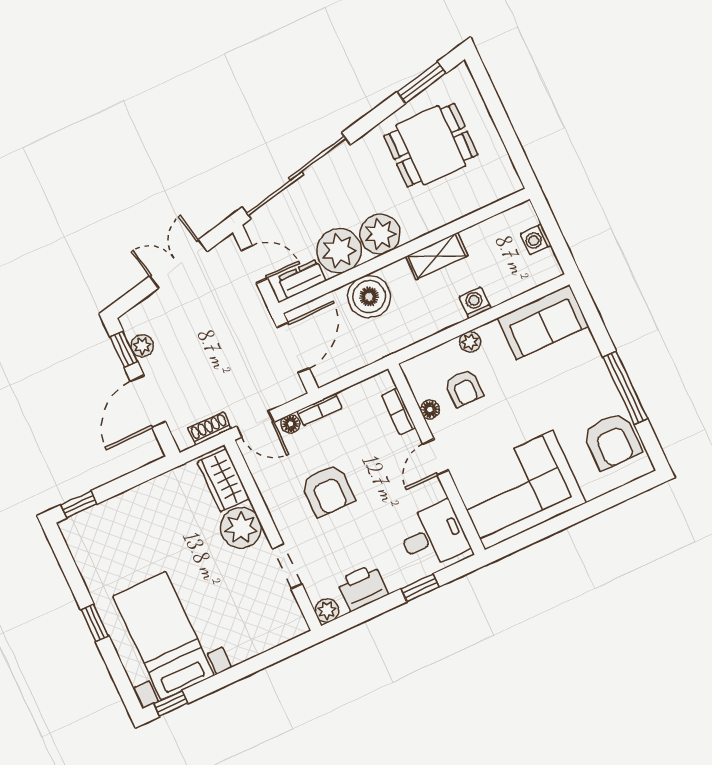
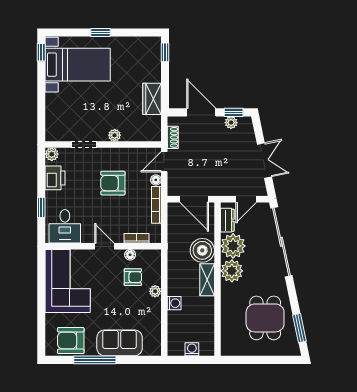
shelving: (437, 256) -> (207, 280), moved
sofa: (543, 322) -> (120, 343), moved, turned 90
armchair: (464, 388) -> (133, 277), turned 180
bookcase: (320, 410) -> (156, 205), width x1.56
wardrobe: (223, 480) -> (152, 99), moved, turned -90
plant: (241, 528) -> (115, 135), width x0.53, depth x0.53

